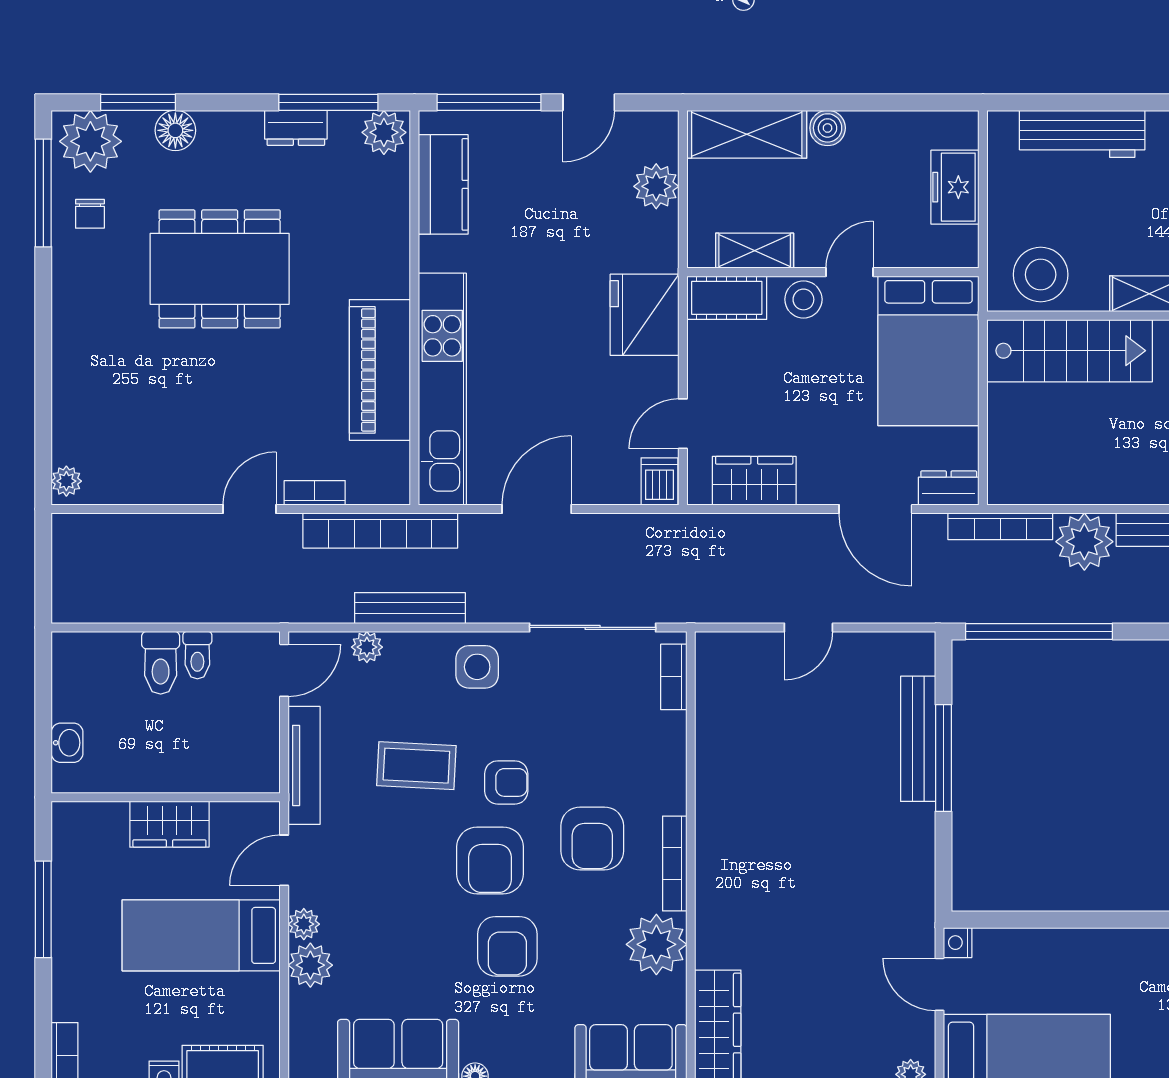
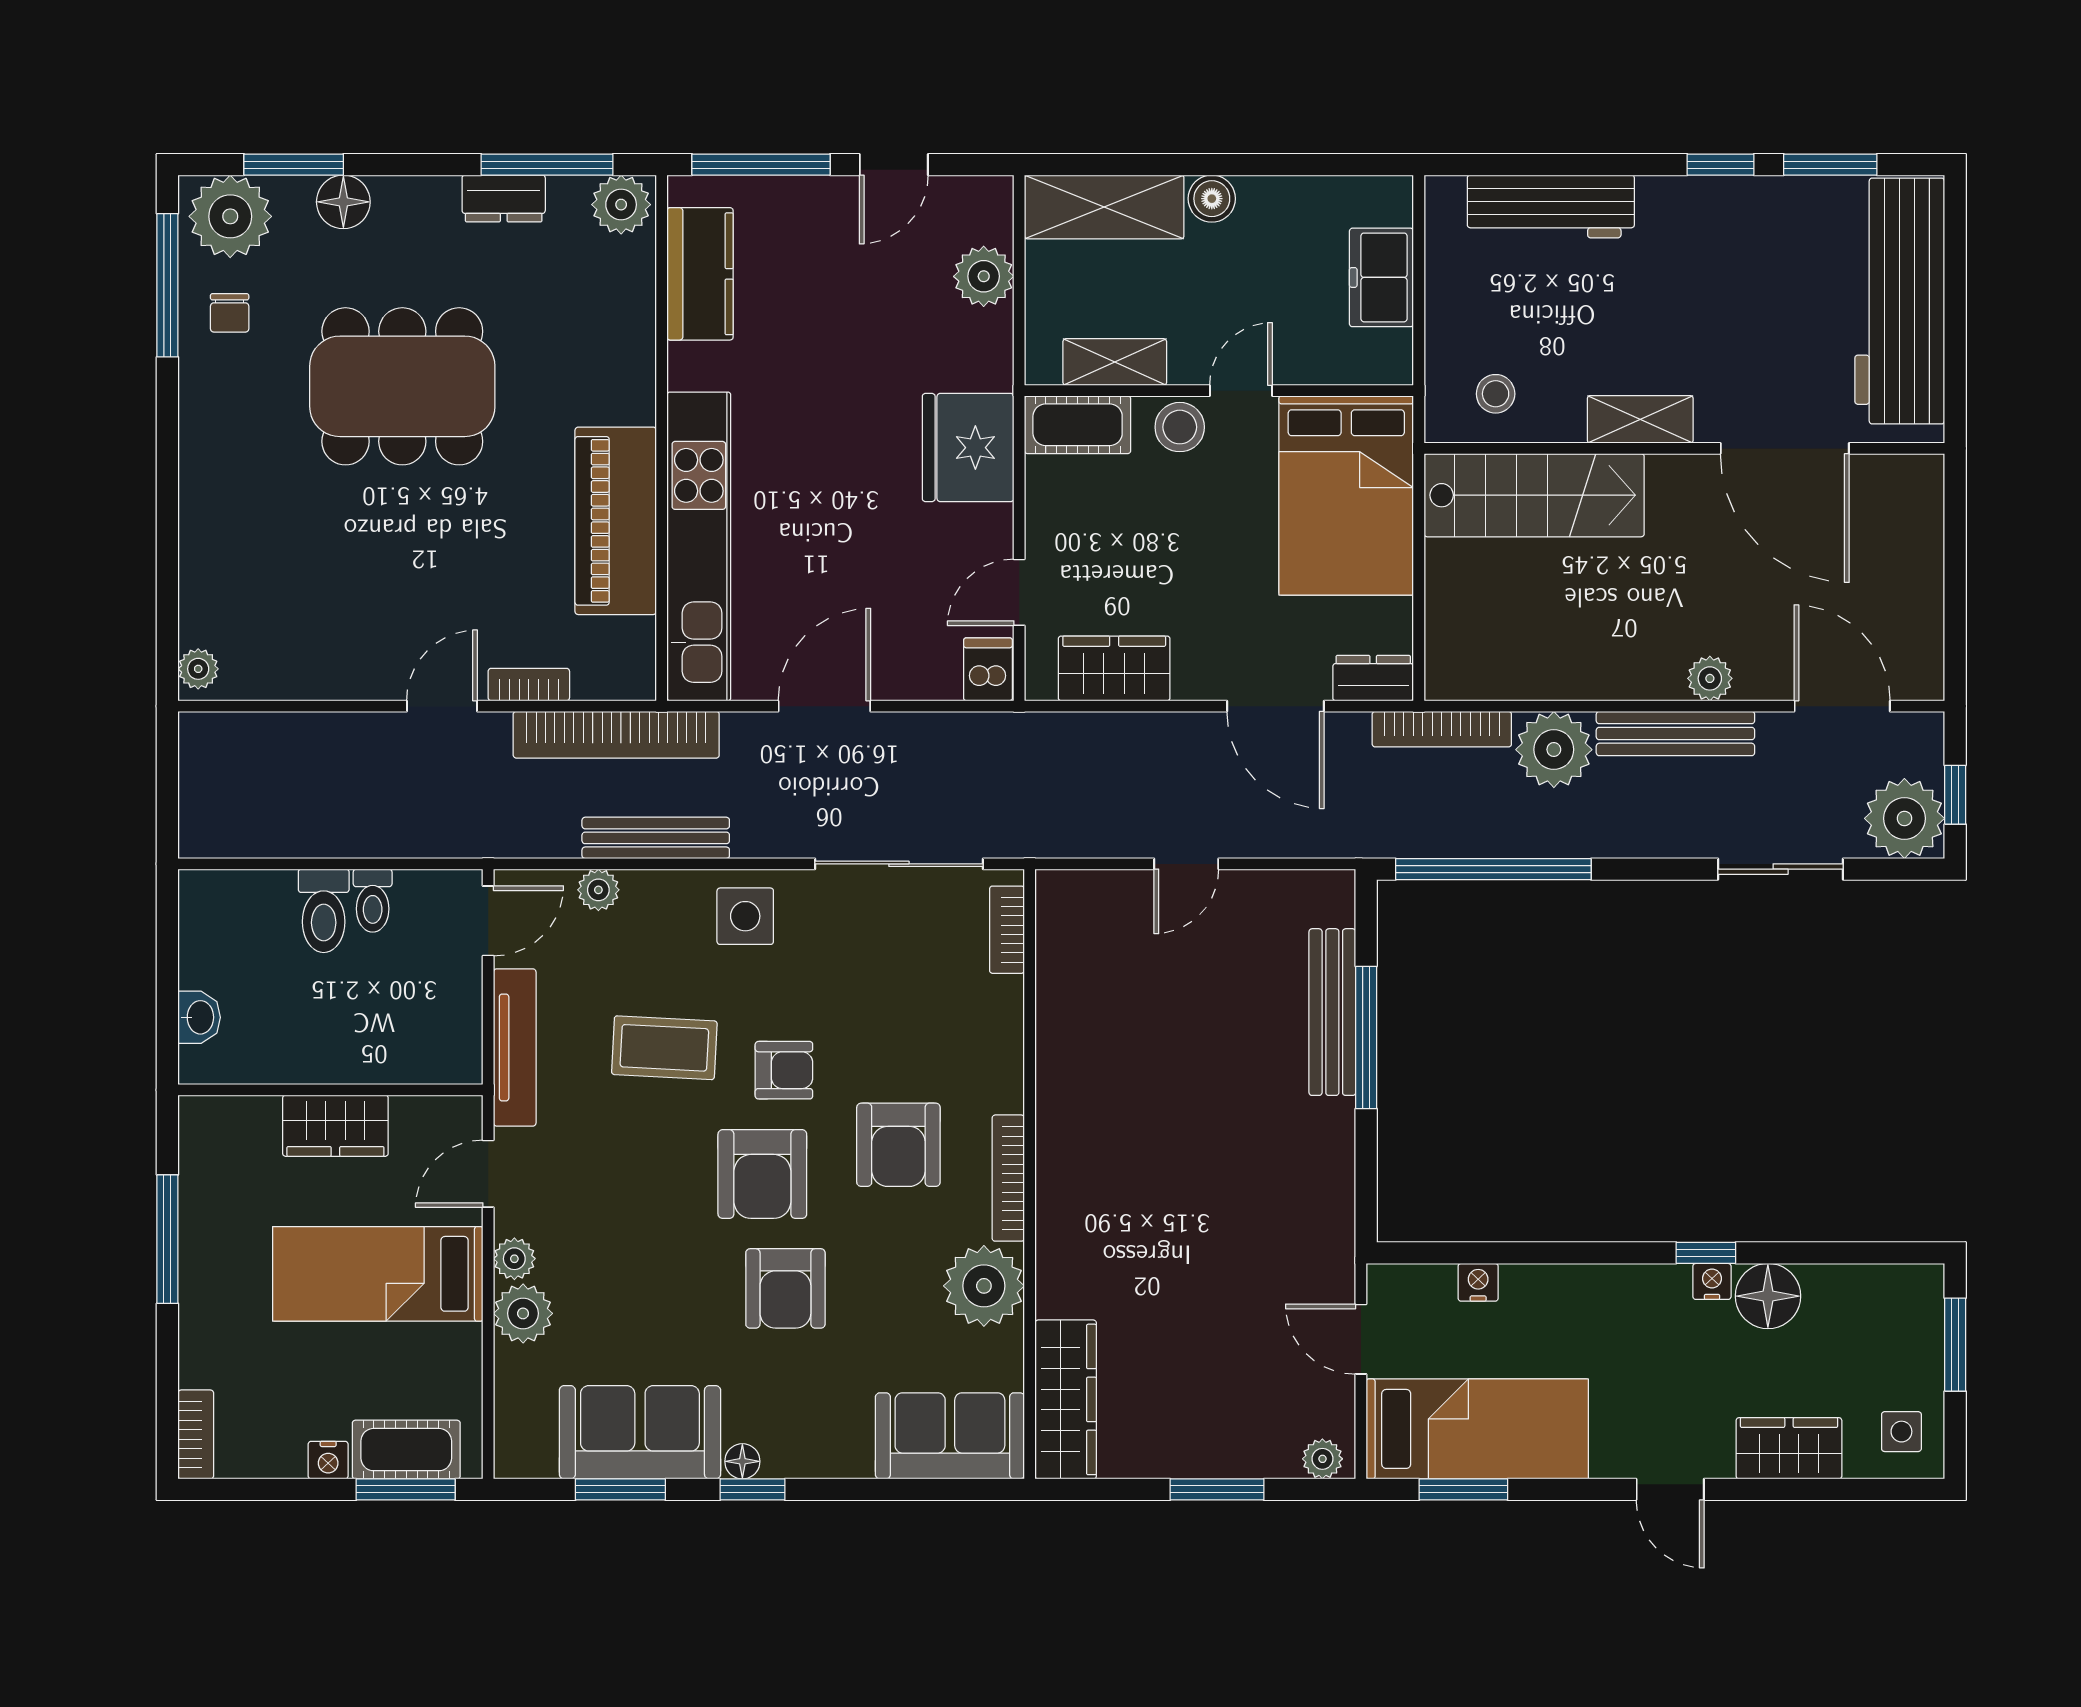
stool: (1041, 275) -> (1496, 394), width x0.53, depth x0.53
nightstand: (958, 943) -> (1478, 1282), moved, turned 90

